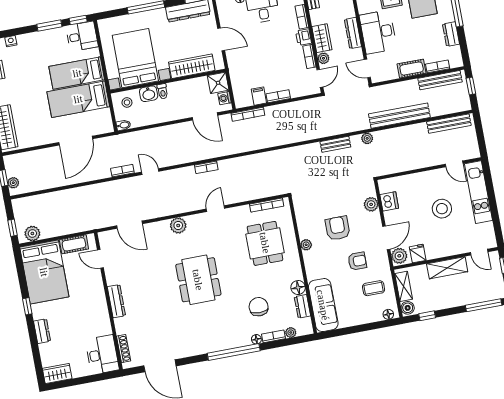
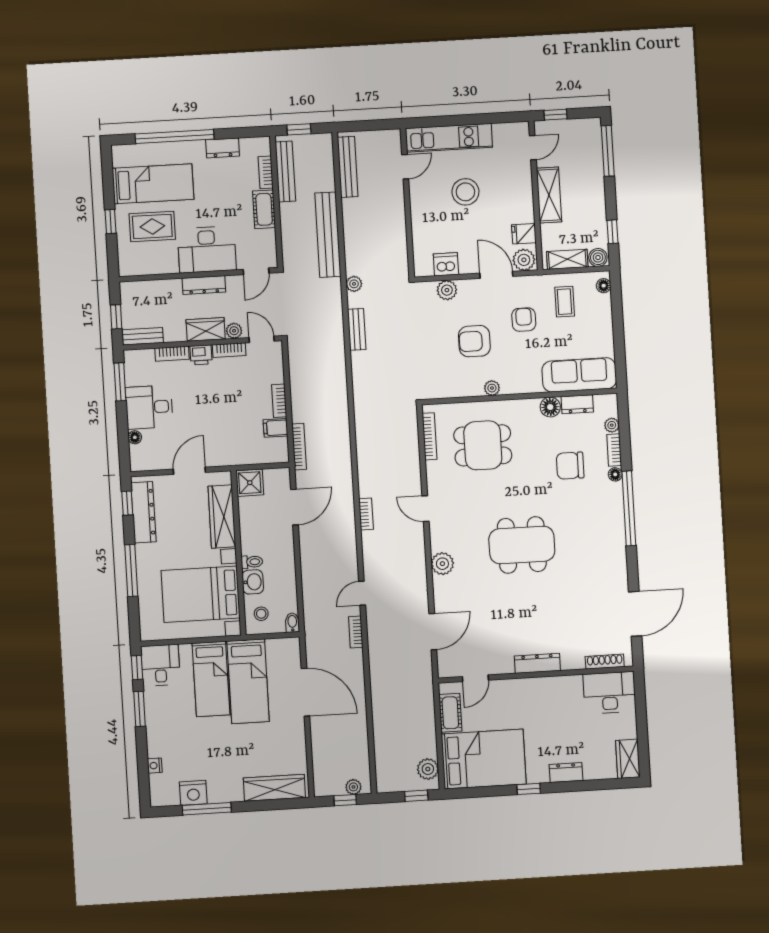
washing machine: (225, 98) -> (272, 476), removed

